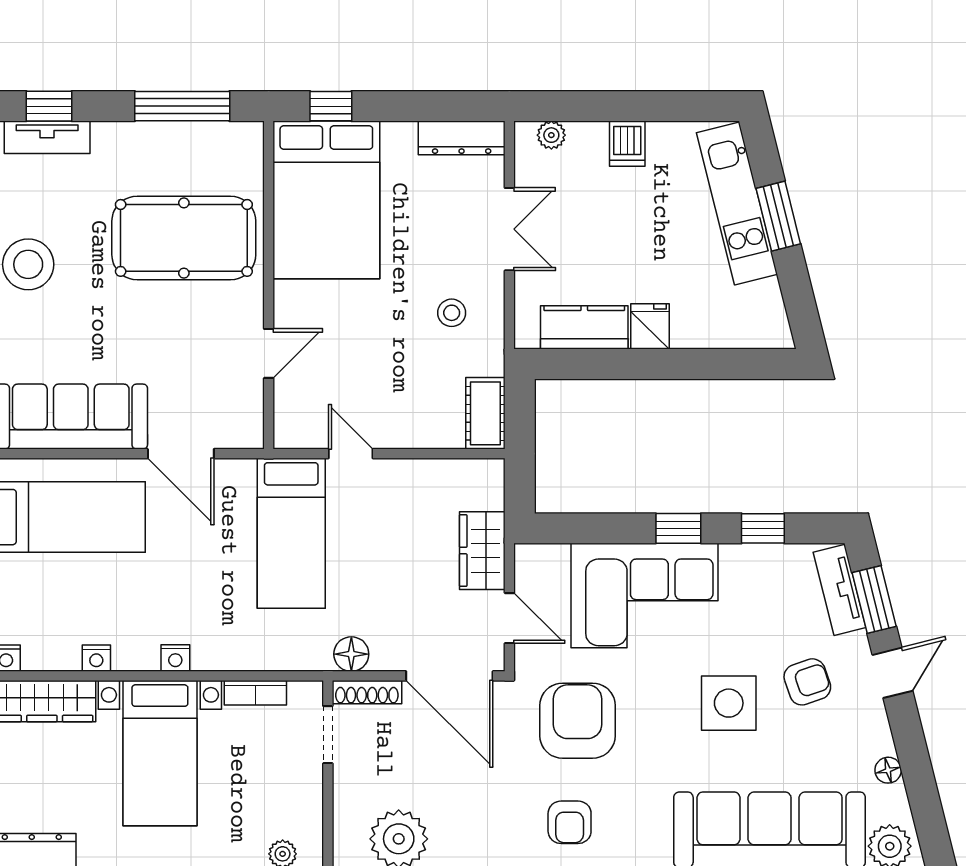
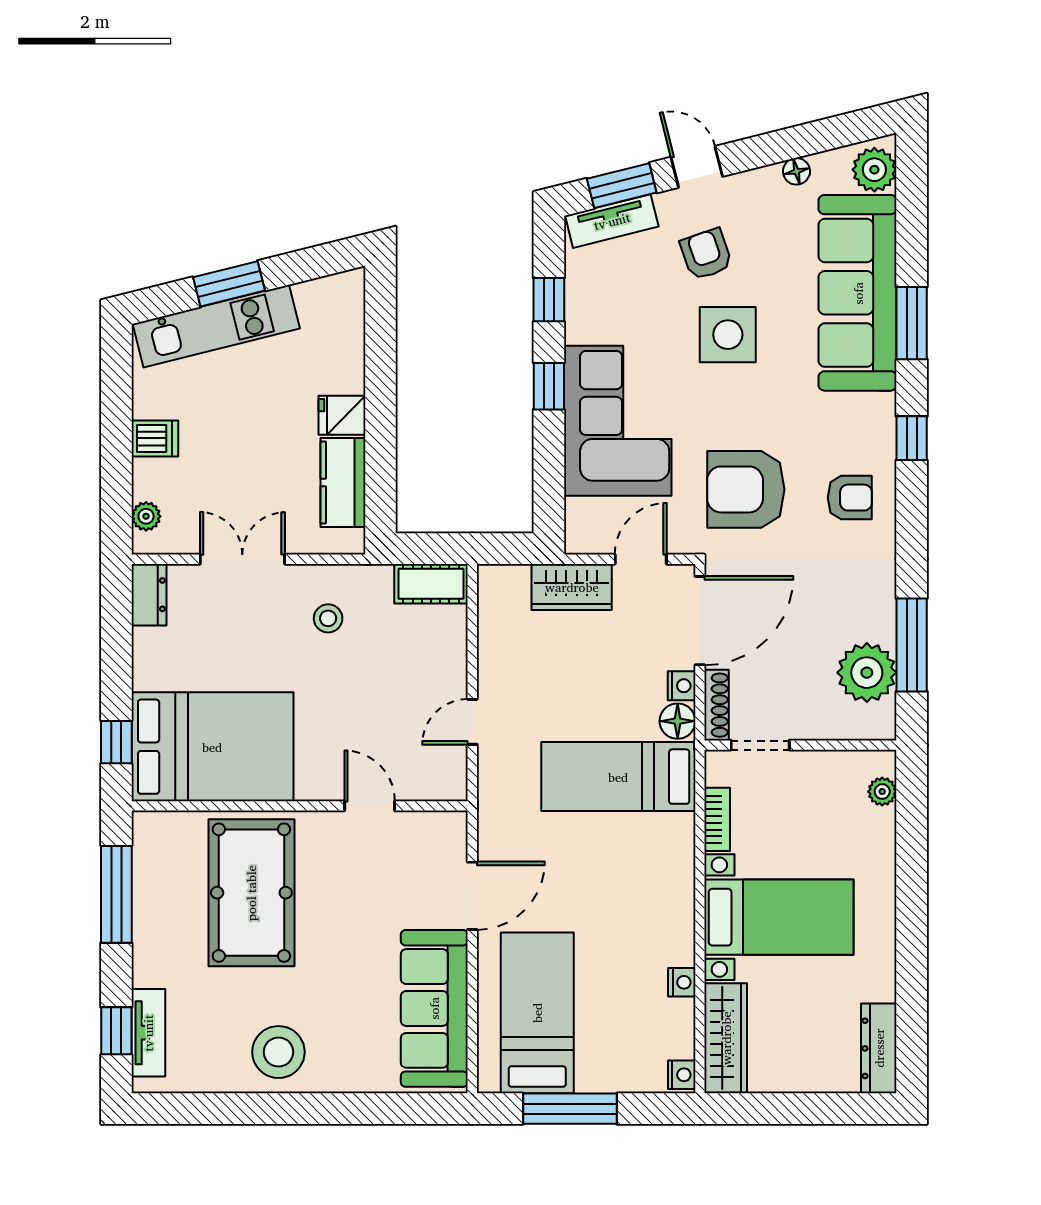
dresser: (462, 138) -> (149, 595), width x0.70
bed: (291, 533) -> (618, 777), moved, turned 180
nightstand: (175, 658) -> (682, 686), moved

